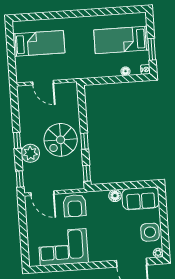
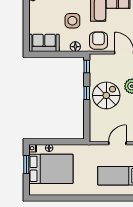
bed: (121, 40) -> (51, 169), width x1.50
door: (43, 83) -> (117, 143), hinge flipped
floor lamp: (115, 196) -> (75, 47), moved
side table: (150, 232) -> (72, 21), moved

